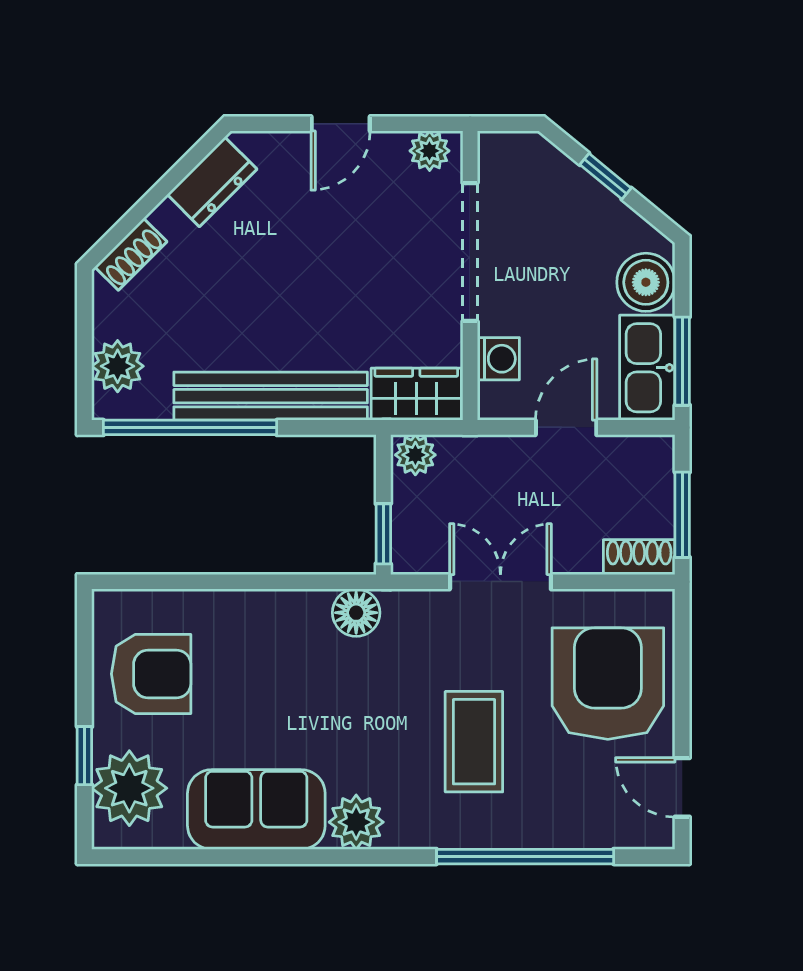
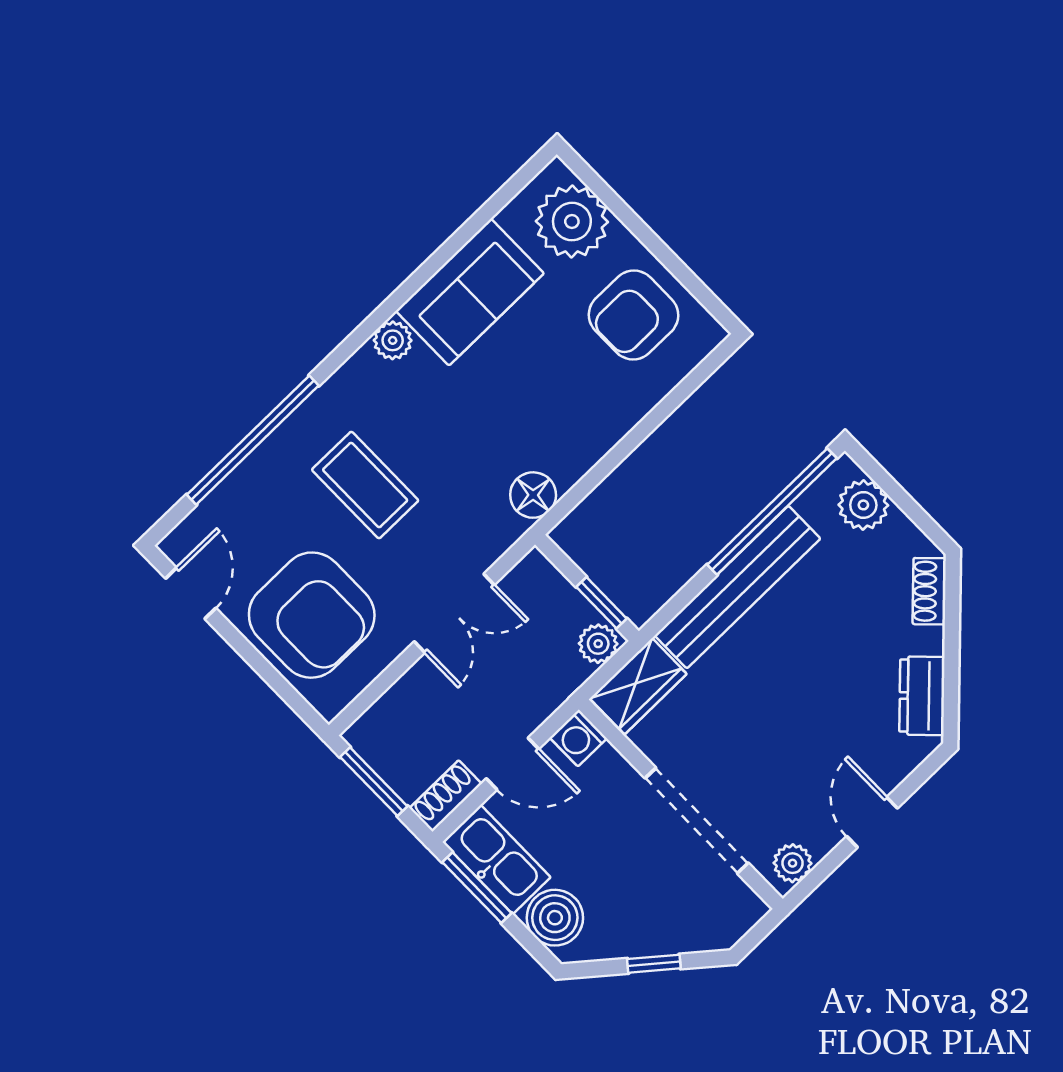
washing machine: (498, 359) -> (578, 738), moved
door: (566, 427) -> (513, 764), hinge flipped
window: (383, 534) -> (601, 603), moved
shoe rack: (639, 557) -> (446, 796), moved, turned 180
window: (84, 756) -> (625, 214), removed
door: (682, 787) -> (191, 593), hinge flipped
plant: (356, 822) -> (393, 340), width x0.73, depth x0.73

